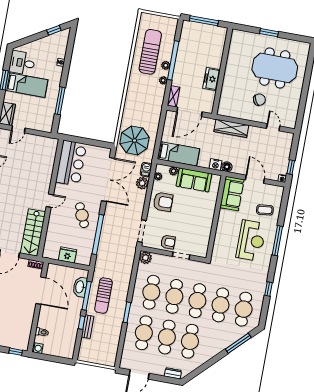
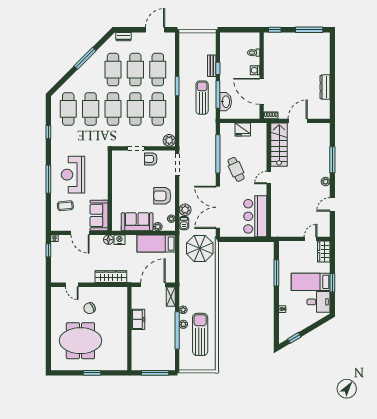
sun lounger: (150, 52) -> (200, 334), turned 180
window: (238, 343) -> (85, 58), moved
washing machine: (37, 348) -> (255, 70), moved

